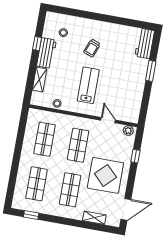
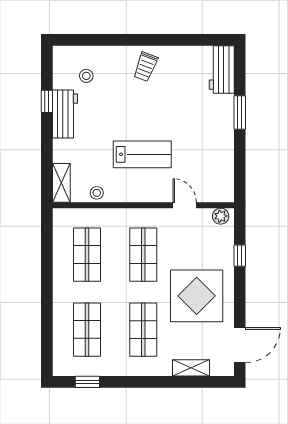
trolley: (92, 48) -> (146, 67), moved
shelving: (40, 80) -> (61, 183), moved
lab bench: (88, 85) -> (142, 154), turned 90

